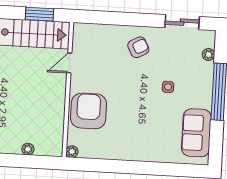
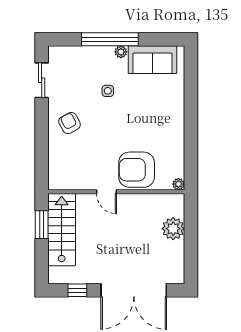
plant: (208, 55) -> (121, 52), moved
door: (69, 63) -> (106, 192), moved
plant: (28, 149) -> (173, 229), width x1.87, depth x1.87

